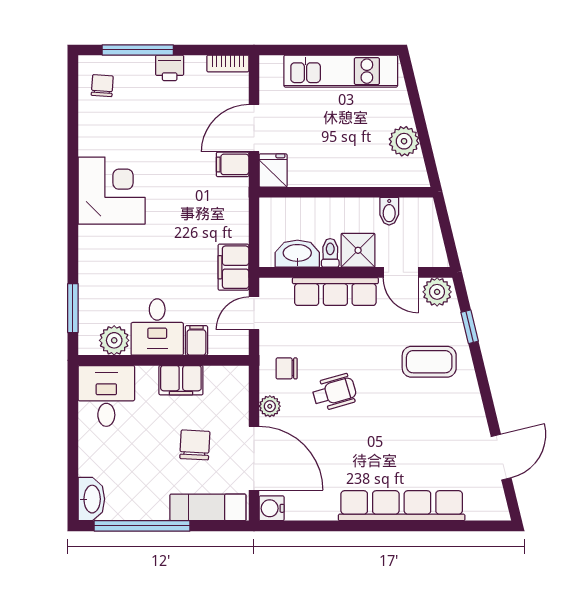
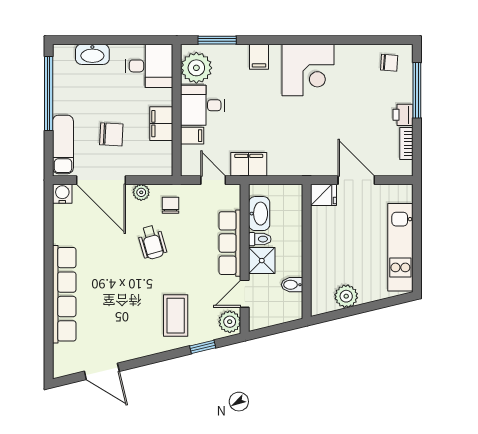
bookcase: (228, 64) -> (406, 143), moved
filing cabinet: (233, 164) -> (259, 57), moved, turned 180
plant: (114, 340) -> (196, 68), width x1.36, depth x1.36
door: (254, 458) -> (101, 180), hinge flipped
washbasin: (91, 499) -> (92, 54), moved

